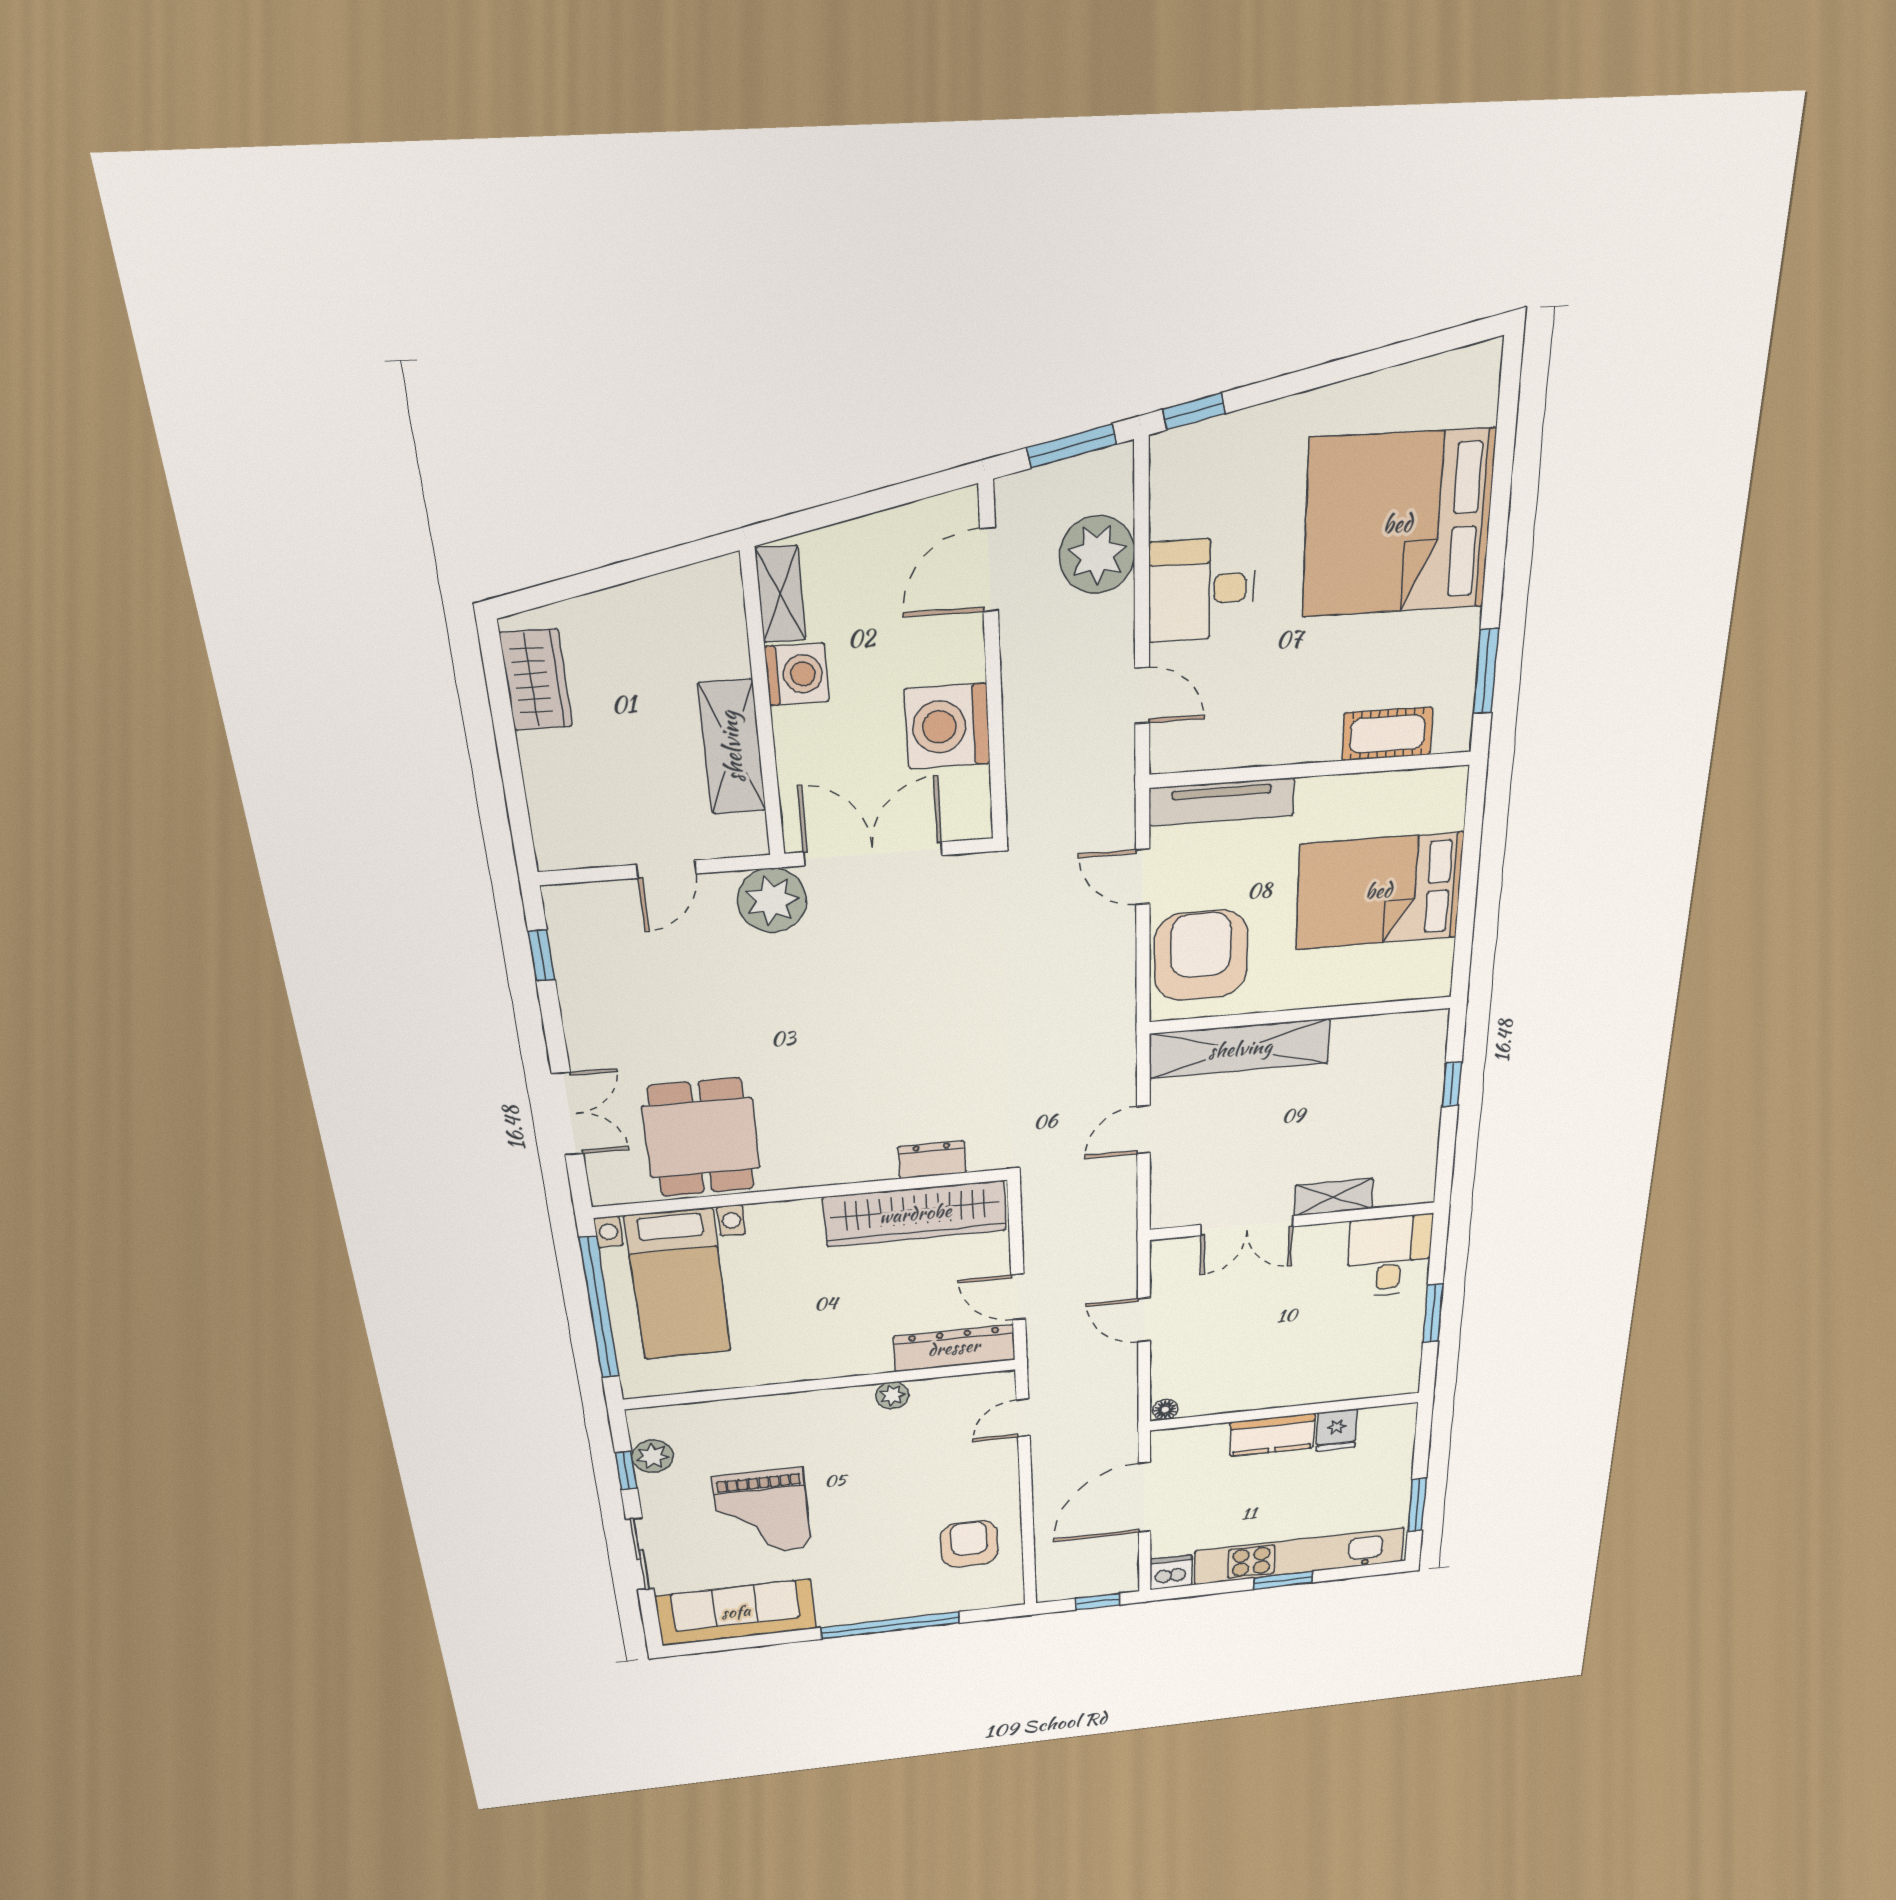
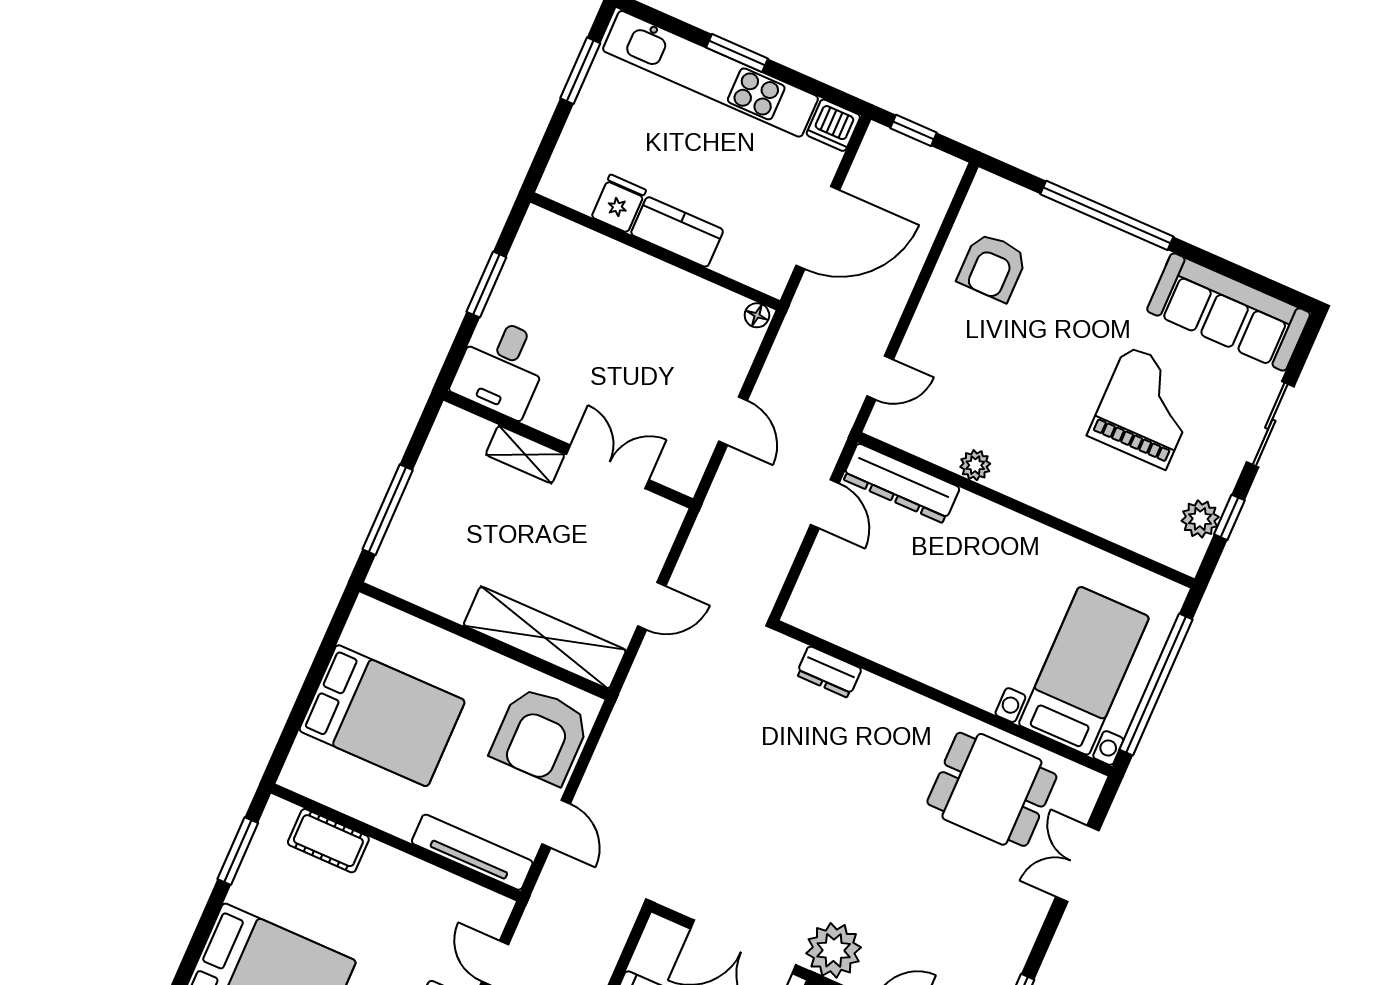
window: (1452, 1084) -> (388, 510), width x2.17
dining table: (701, 1138) -> (992, 789), turned 90
wardrobe: (915, 1214) -> (867, 630), removed

